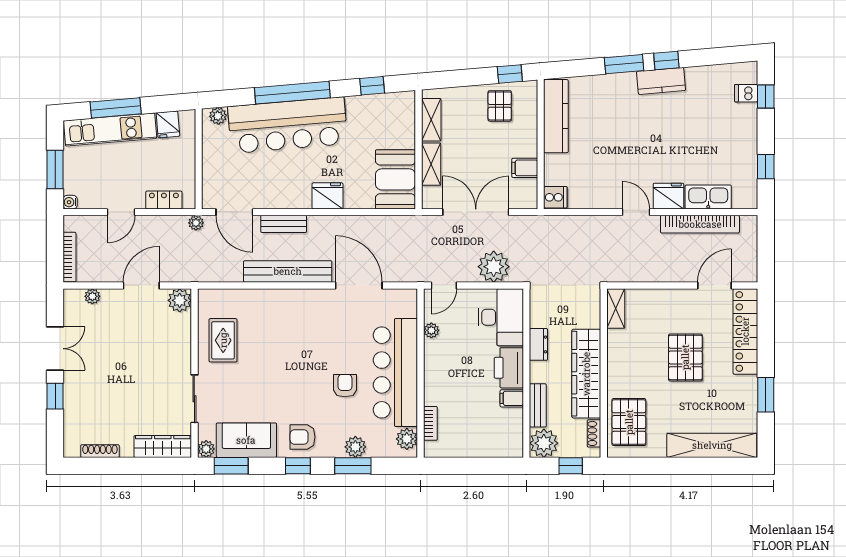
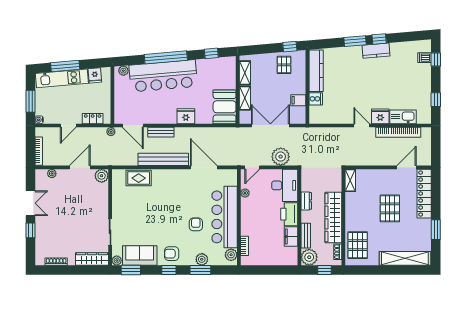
cooker: (555, 197) -> (316, 99), moved
rug: (223, 340) -> (139, 178), moved, turned 90
filing cabinet: (512, 398) -> (291, 237), width x2.00

